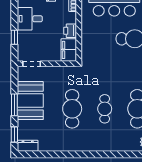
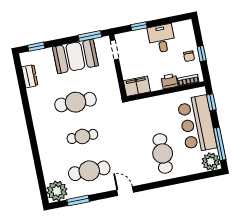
printer: (70, 31) -> (169, 81), moved
window: (14, 105) -> (90, 36), moved
dresser: (28, 146) -> (30, 76), moved

